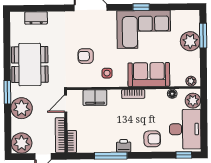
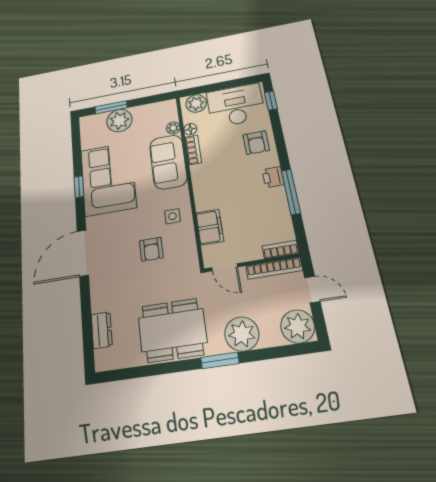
plant: (191, 81) -> (173, 128), moved
bookcase: (133, 94) -> (193, 150), moved
armchair: (152, 139) -> (256, 143), turned 180

